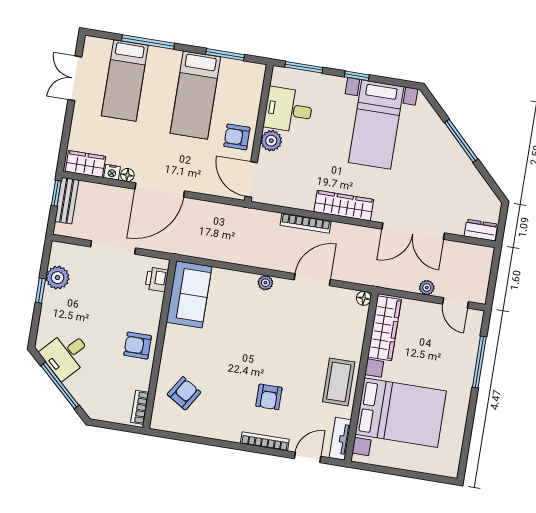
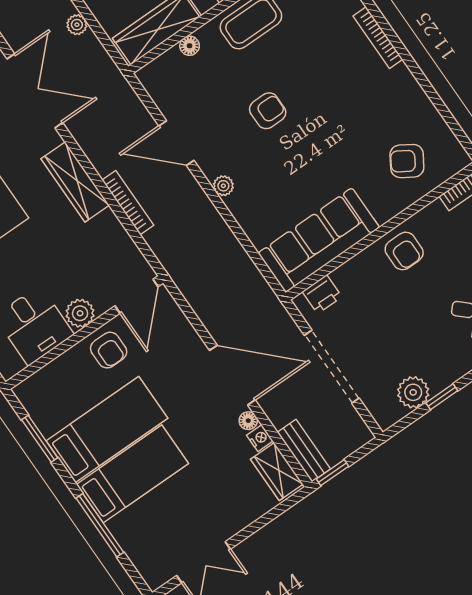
bed: (125, 80) -> (132, 474), moved
bench: (67, 201) -> (304, 451), moved, turned 90
doorway: (113, 247) -> (332, 367), width x1.36
sofa: (189, 294) -> (319, 240), width x1.36
floor lamp: (364, 298) -> (190, 46), moved
armchair: (269, 397) -> (268, 111), moved

